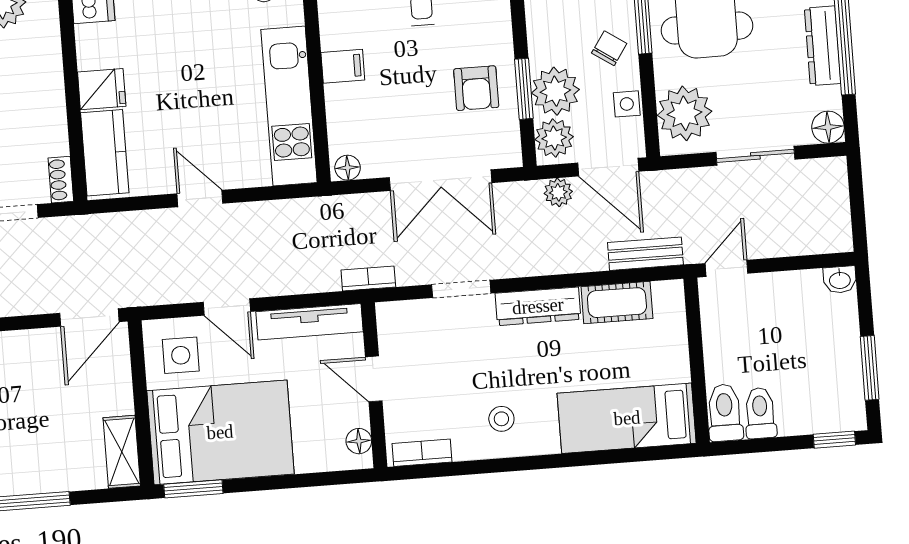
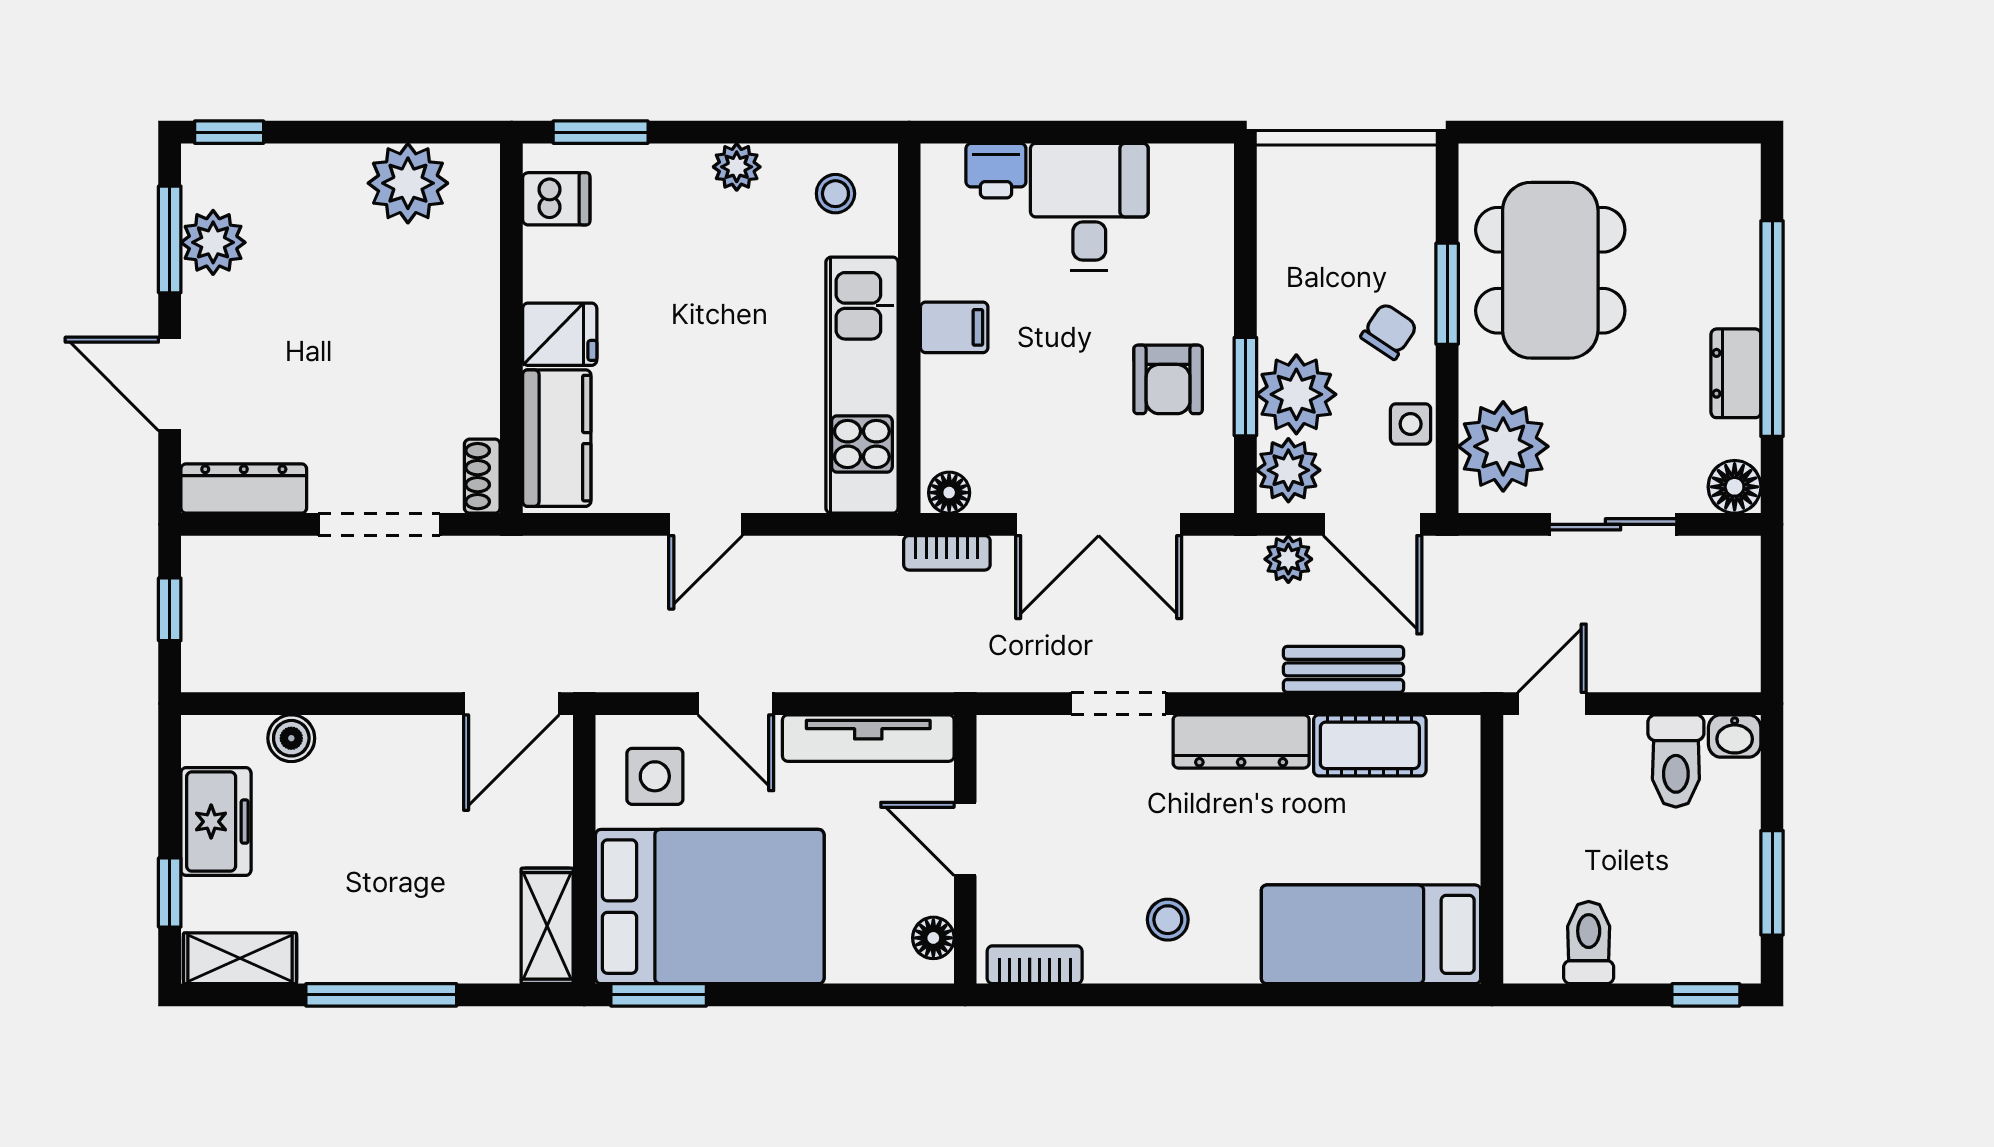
dresser: (823, 46) -> (1736, 373), width x0.70
door: (200, 199) -> (705, 524), swing flipped
bench: (645, 254) -> (1343, 669), moved
bookcase: (368, 278) -> (947, 553), moved, turned 180
toilet: (725, 413) -> (1676, 761), moved, turned 180

